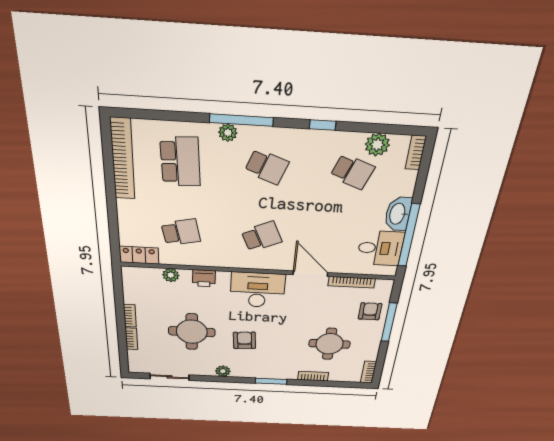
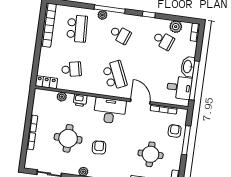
school desk: (262, 237) -> (115, 75), width x1.85

